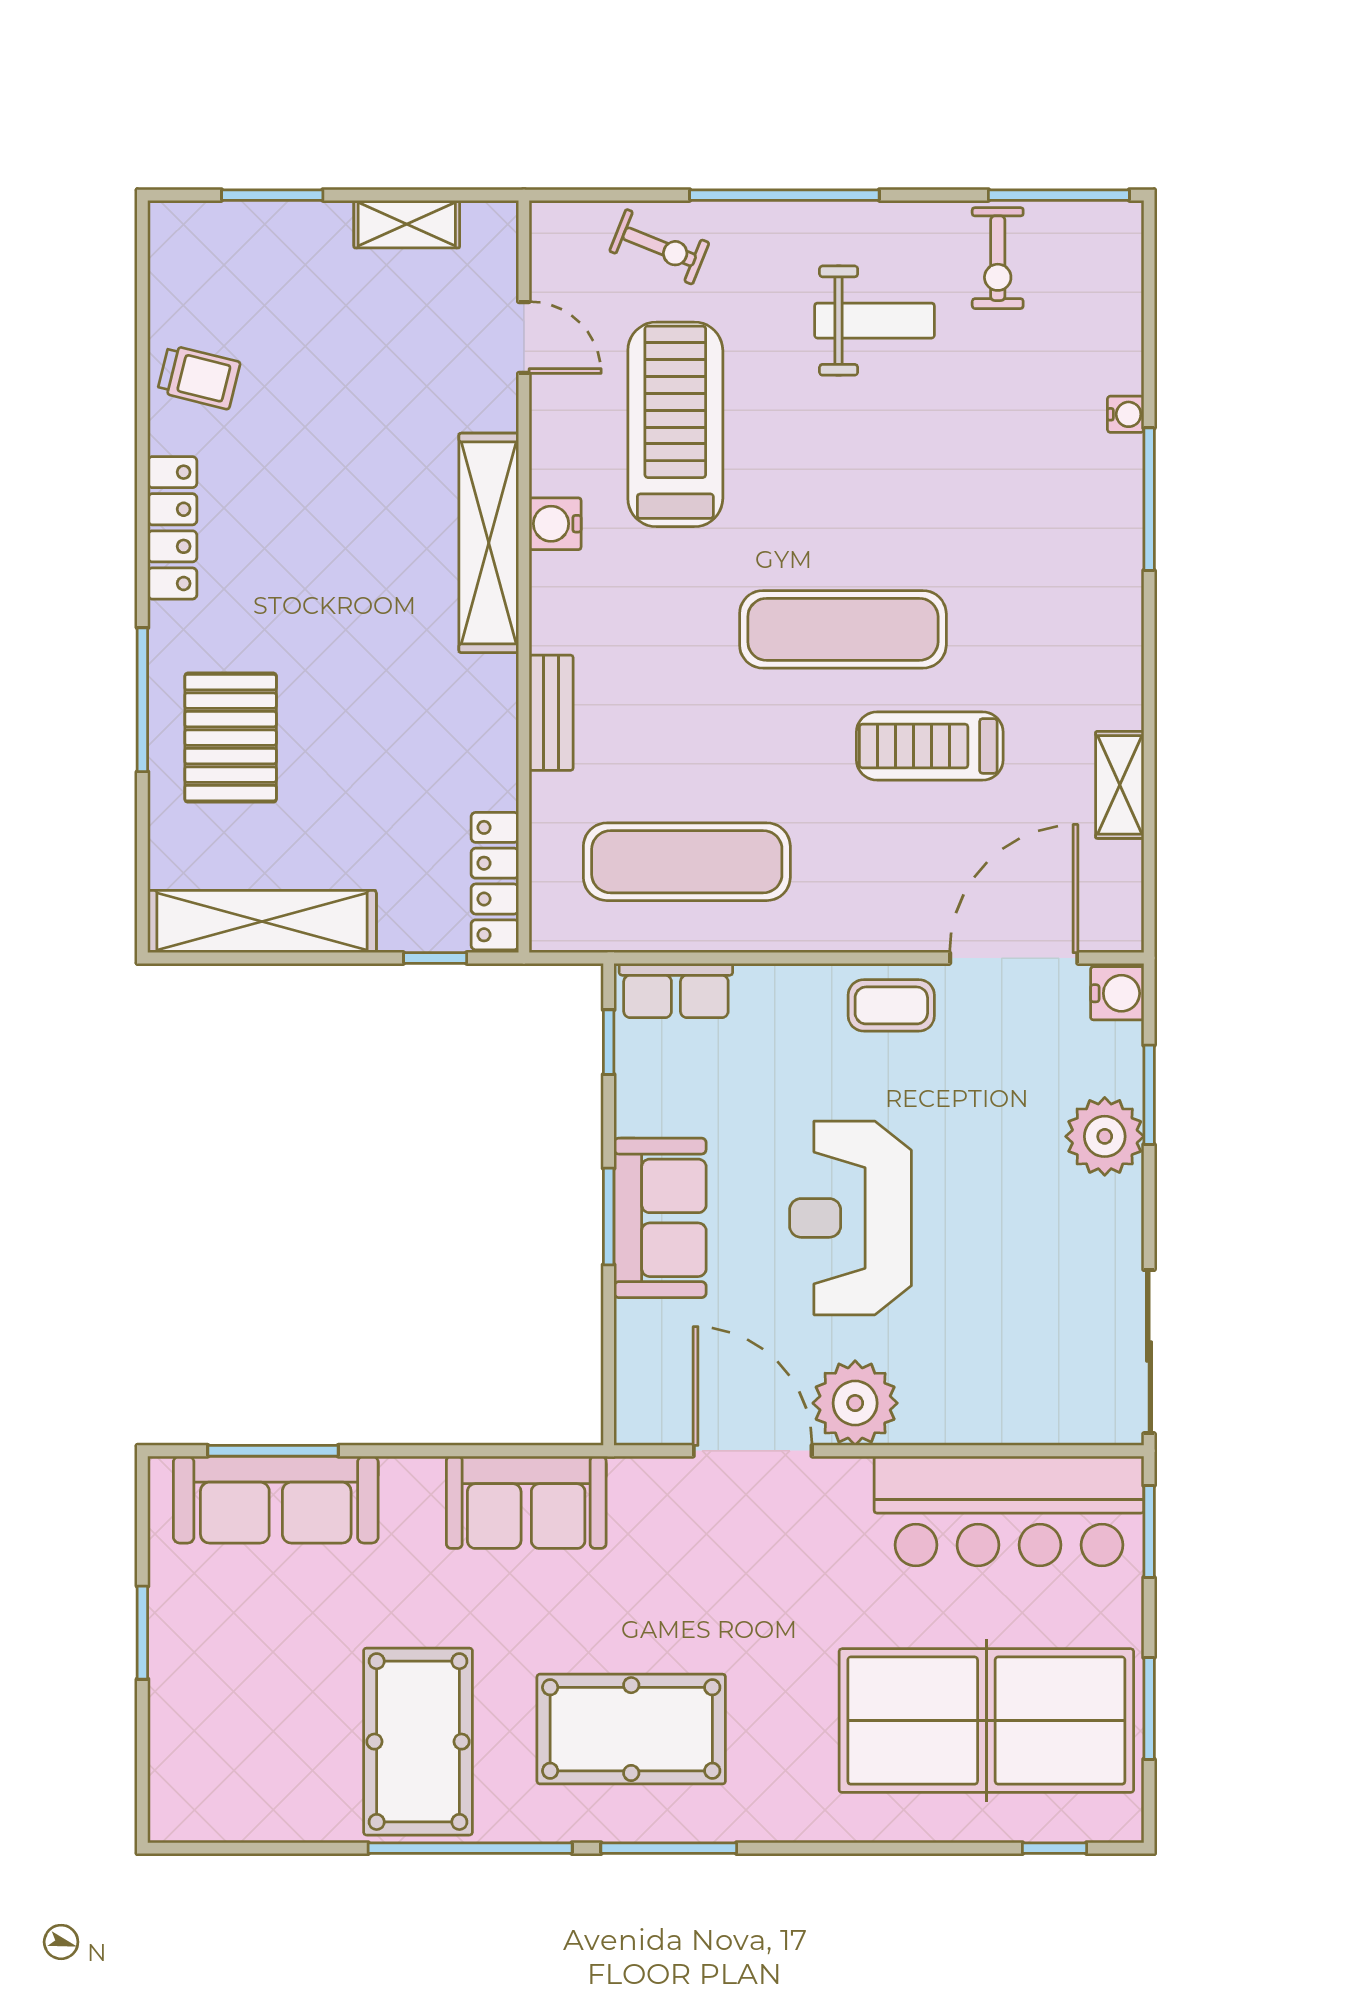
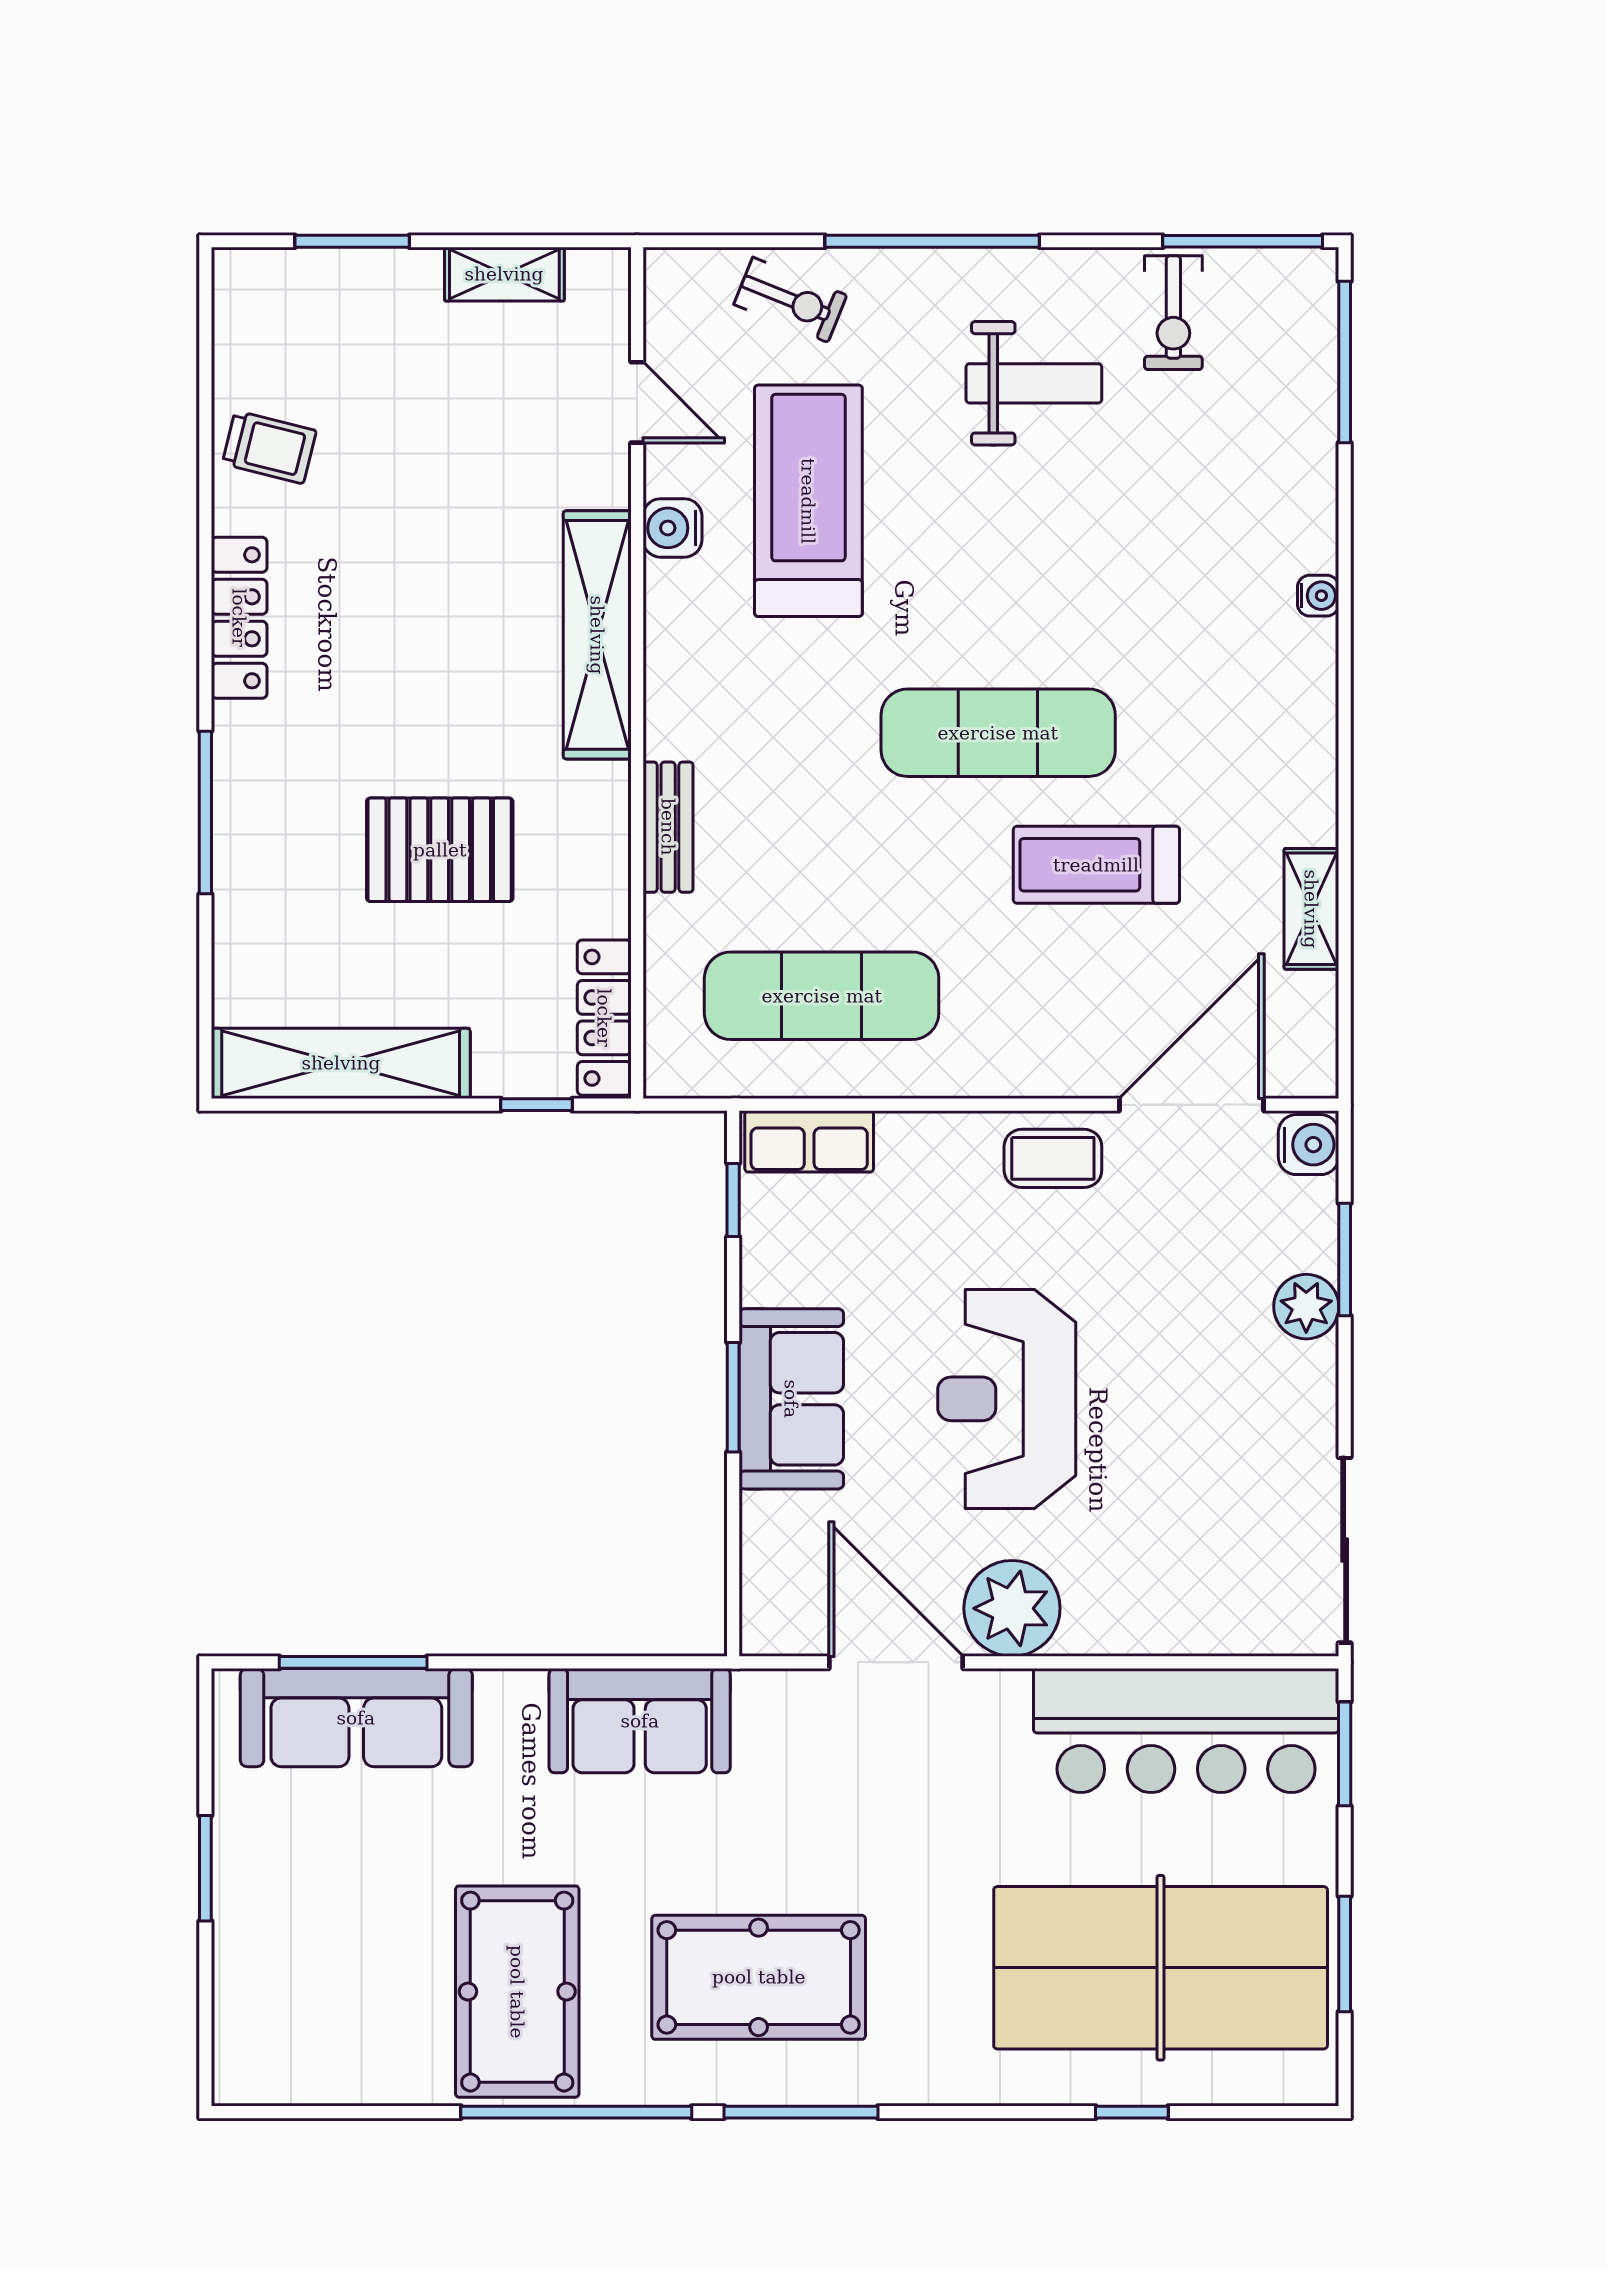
water cooler: (1126, 414) -> (1318, 596), moved
window: (1149, 499) -> (1345, 362), moved
water cooler: (555, 524) -> (672, 528), moved
pallet: (231, 738) -> (440, 850), moved, turned 90
plant: (1105, 1136) -> (1306, 1307), width x0.73, depth x0.73
window: (1055, 1848) -> (1132, 2112), moved

